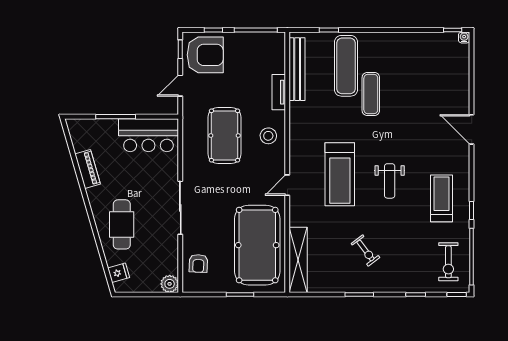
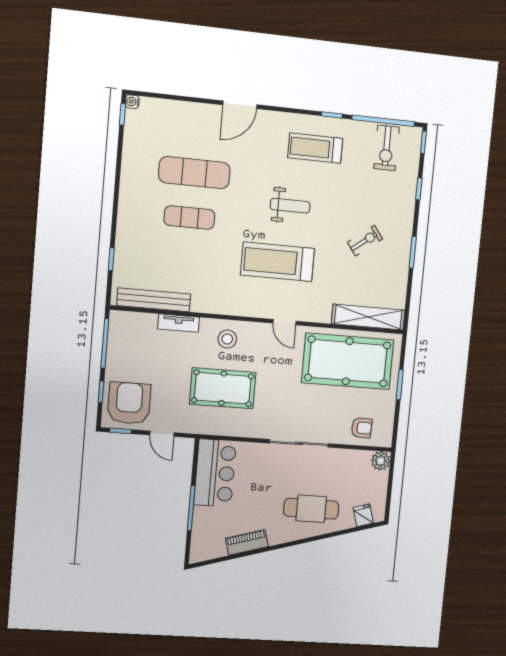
exercise mat: (346, 66) -> (194, 173), moved
treadmill: (340, 174) -> (278, 262), turned 180
exercise bike: (448, 262) -> (386, 148), turned 90

